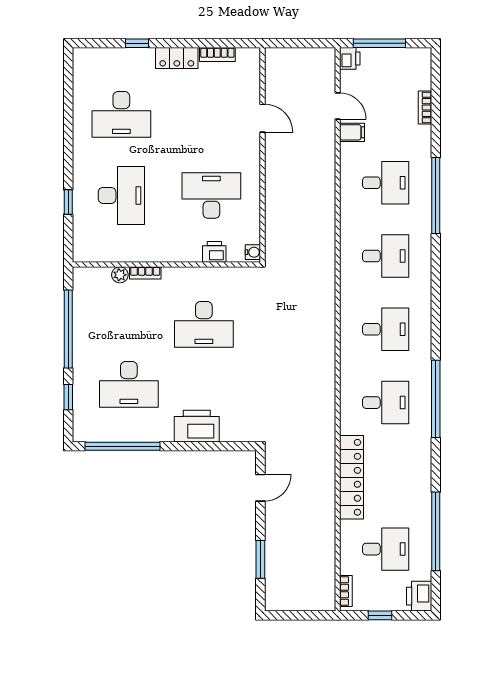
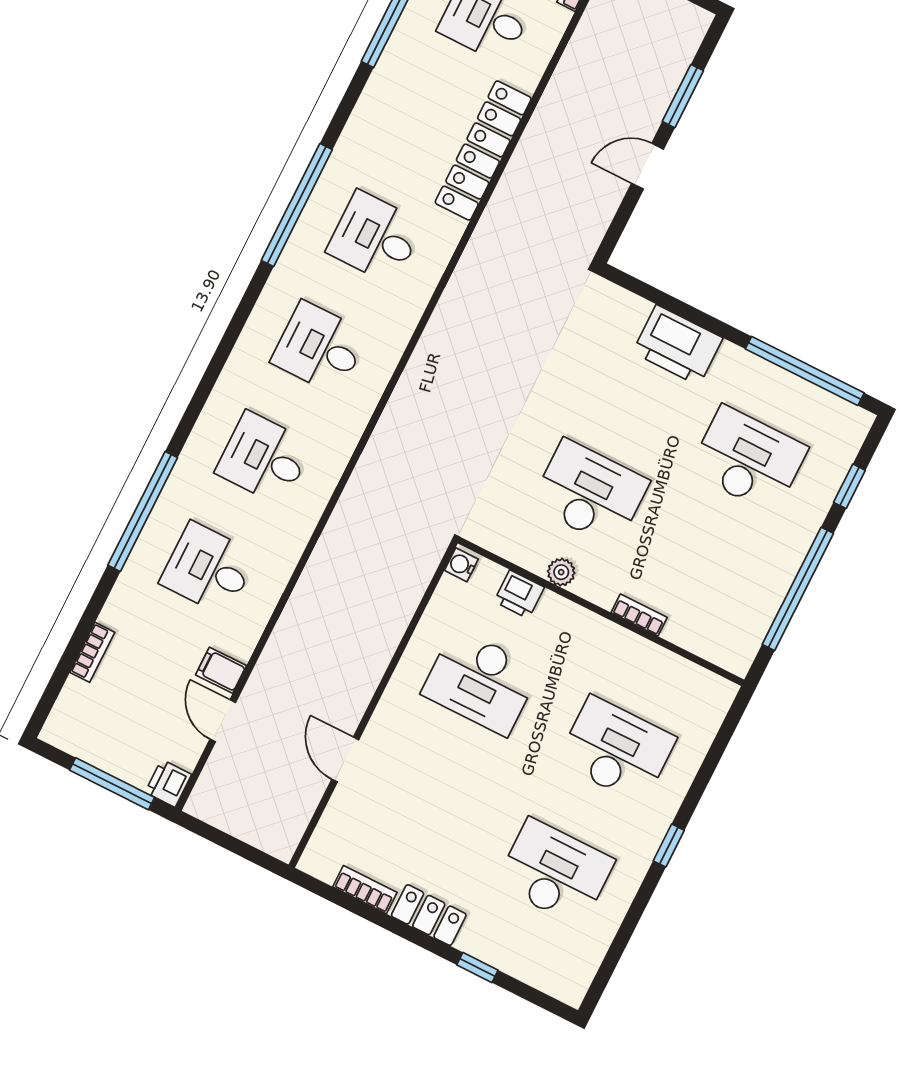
desk: (121, 195) -> (617, 750), turned 90
window: (68, 202) -> (669, 846), moved
plant: (120, 275) -> (561, 572), moved
door: (260, 488) -> (648, 166), moved

